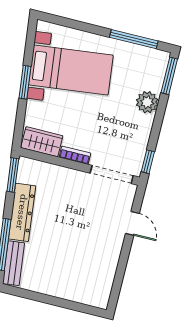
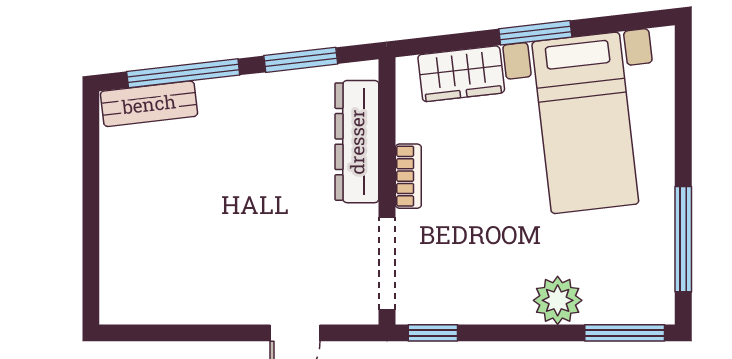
wardrobe: (42, 142) -> (461, 74), moved, turned 83
window: (13, 175) -> (301, 60), moved
dresser: (22, 212) -> (357, 142), moved, turned 97

